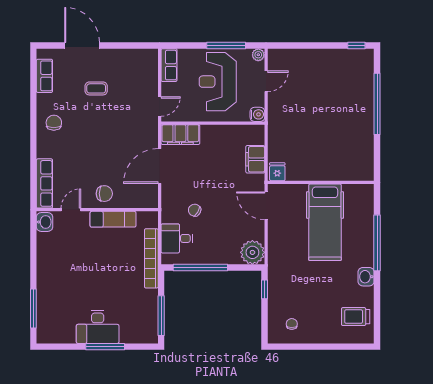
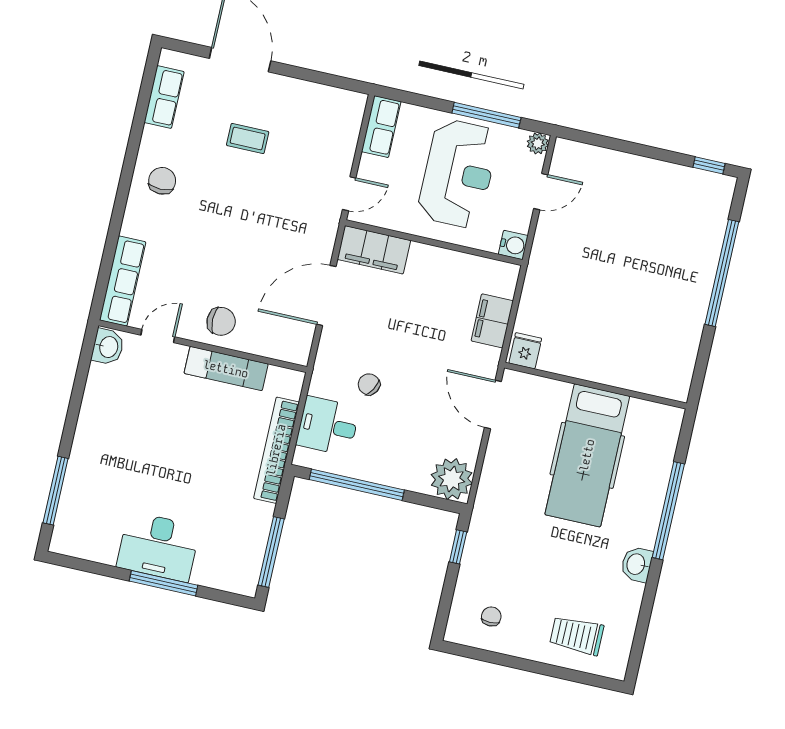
reception desk: (218, 82) -> (458, 174), turned 180
trolley: (356, 317) -> (577, 635), moved

